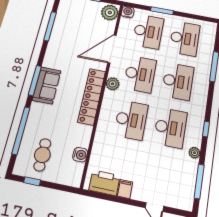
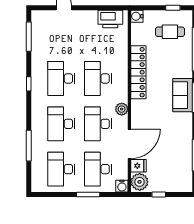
fridge: (108, 27) -> (138, 166), added
locker: (92, 96) -> (138, 72), moved
plant: (194, 153) -> (36, 60), removed
cafe table: (42, 155) -> (170, 32), turned 90
water cooler: (80, 155) -> (137, 16), moved
filing cabinet: (125, 189) -> (92, 17), removed

